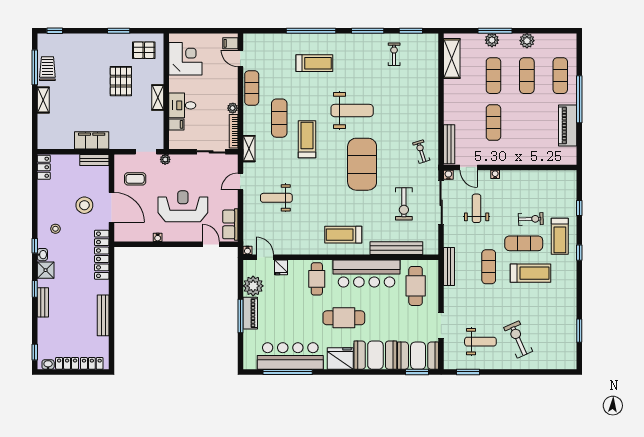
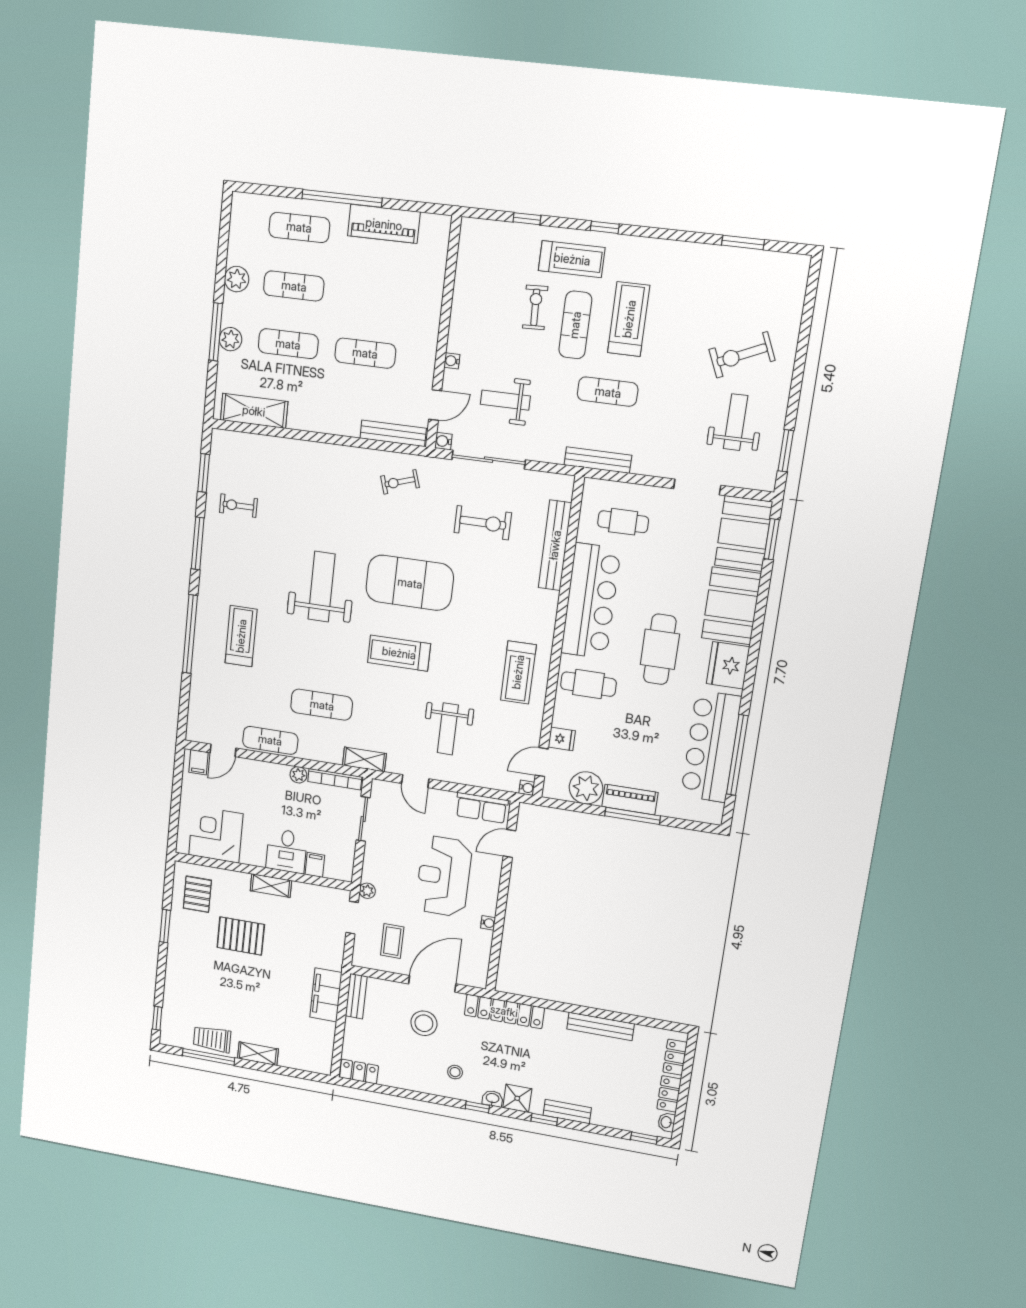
treadmill: (307, 139) -> (399, 653), moved
treadmill: (343, 235) -> (518, 672), moved
cafe table: (416, 286) -> (623, 522), width x0.73, depth x0.74

